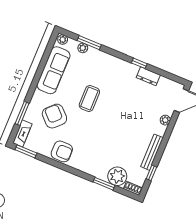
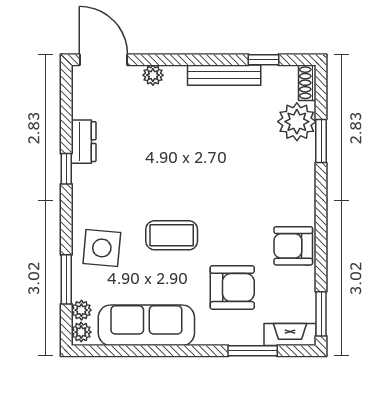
plant: (83, 48) -> (81, 310), moved
side table: (97, 65) -> (102, 248), added
armchair: (54, 116) -> (232, 287), turned -135
armchair: (62, 151) -> (293, 246), turned -90

